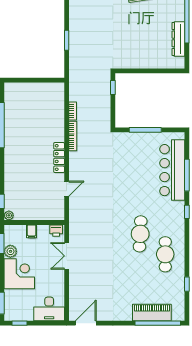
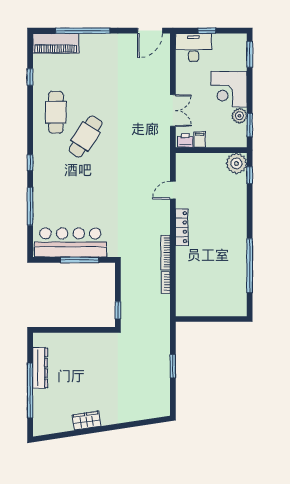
bar counter: (172, 170) -> (70, 243), moved, turned -90
plant: (9, 215) -> (236, 163), width x1.88, depth x1.88
filing cabinet: (32, 231) -> (200, 140), moved
cafe table: (140, 234) -> (86, 137), turned 30
piano: (152, 312) -> (56, 43), moved
window: (20, 323) -> (207, 31), moved
window: (158, 323) -> (83, 31), moved

